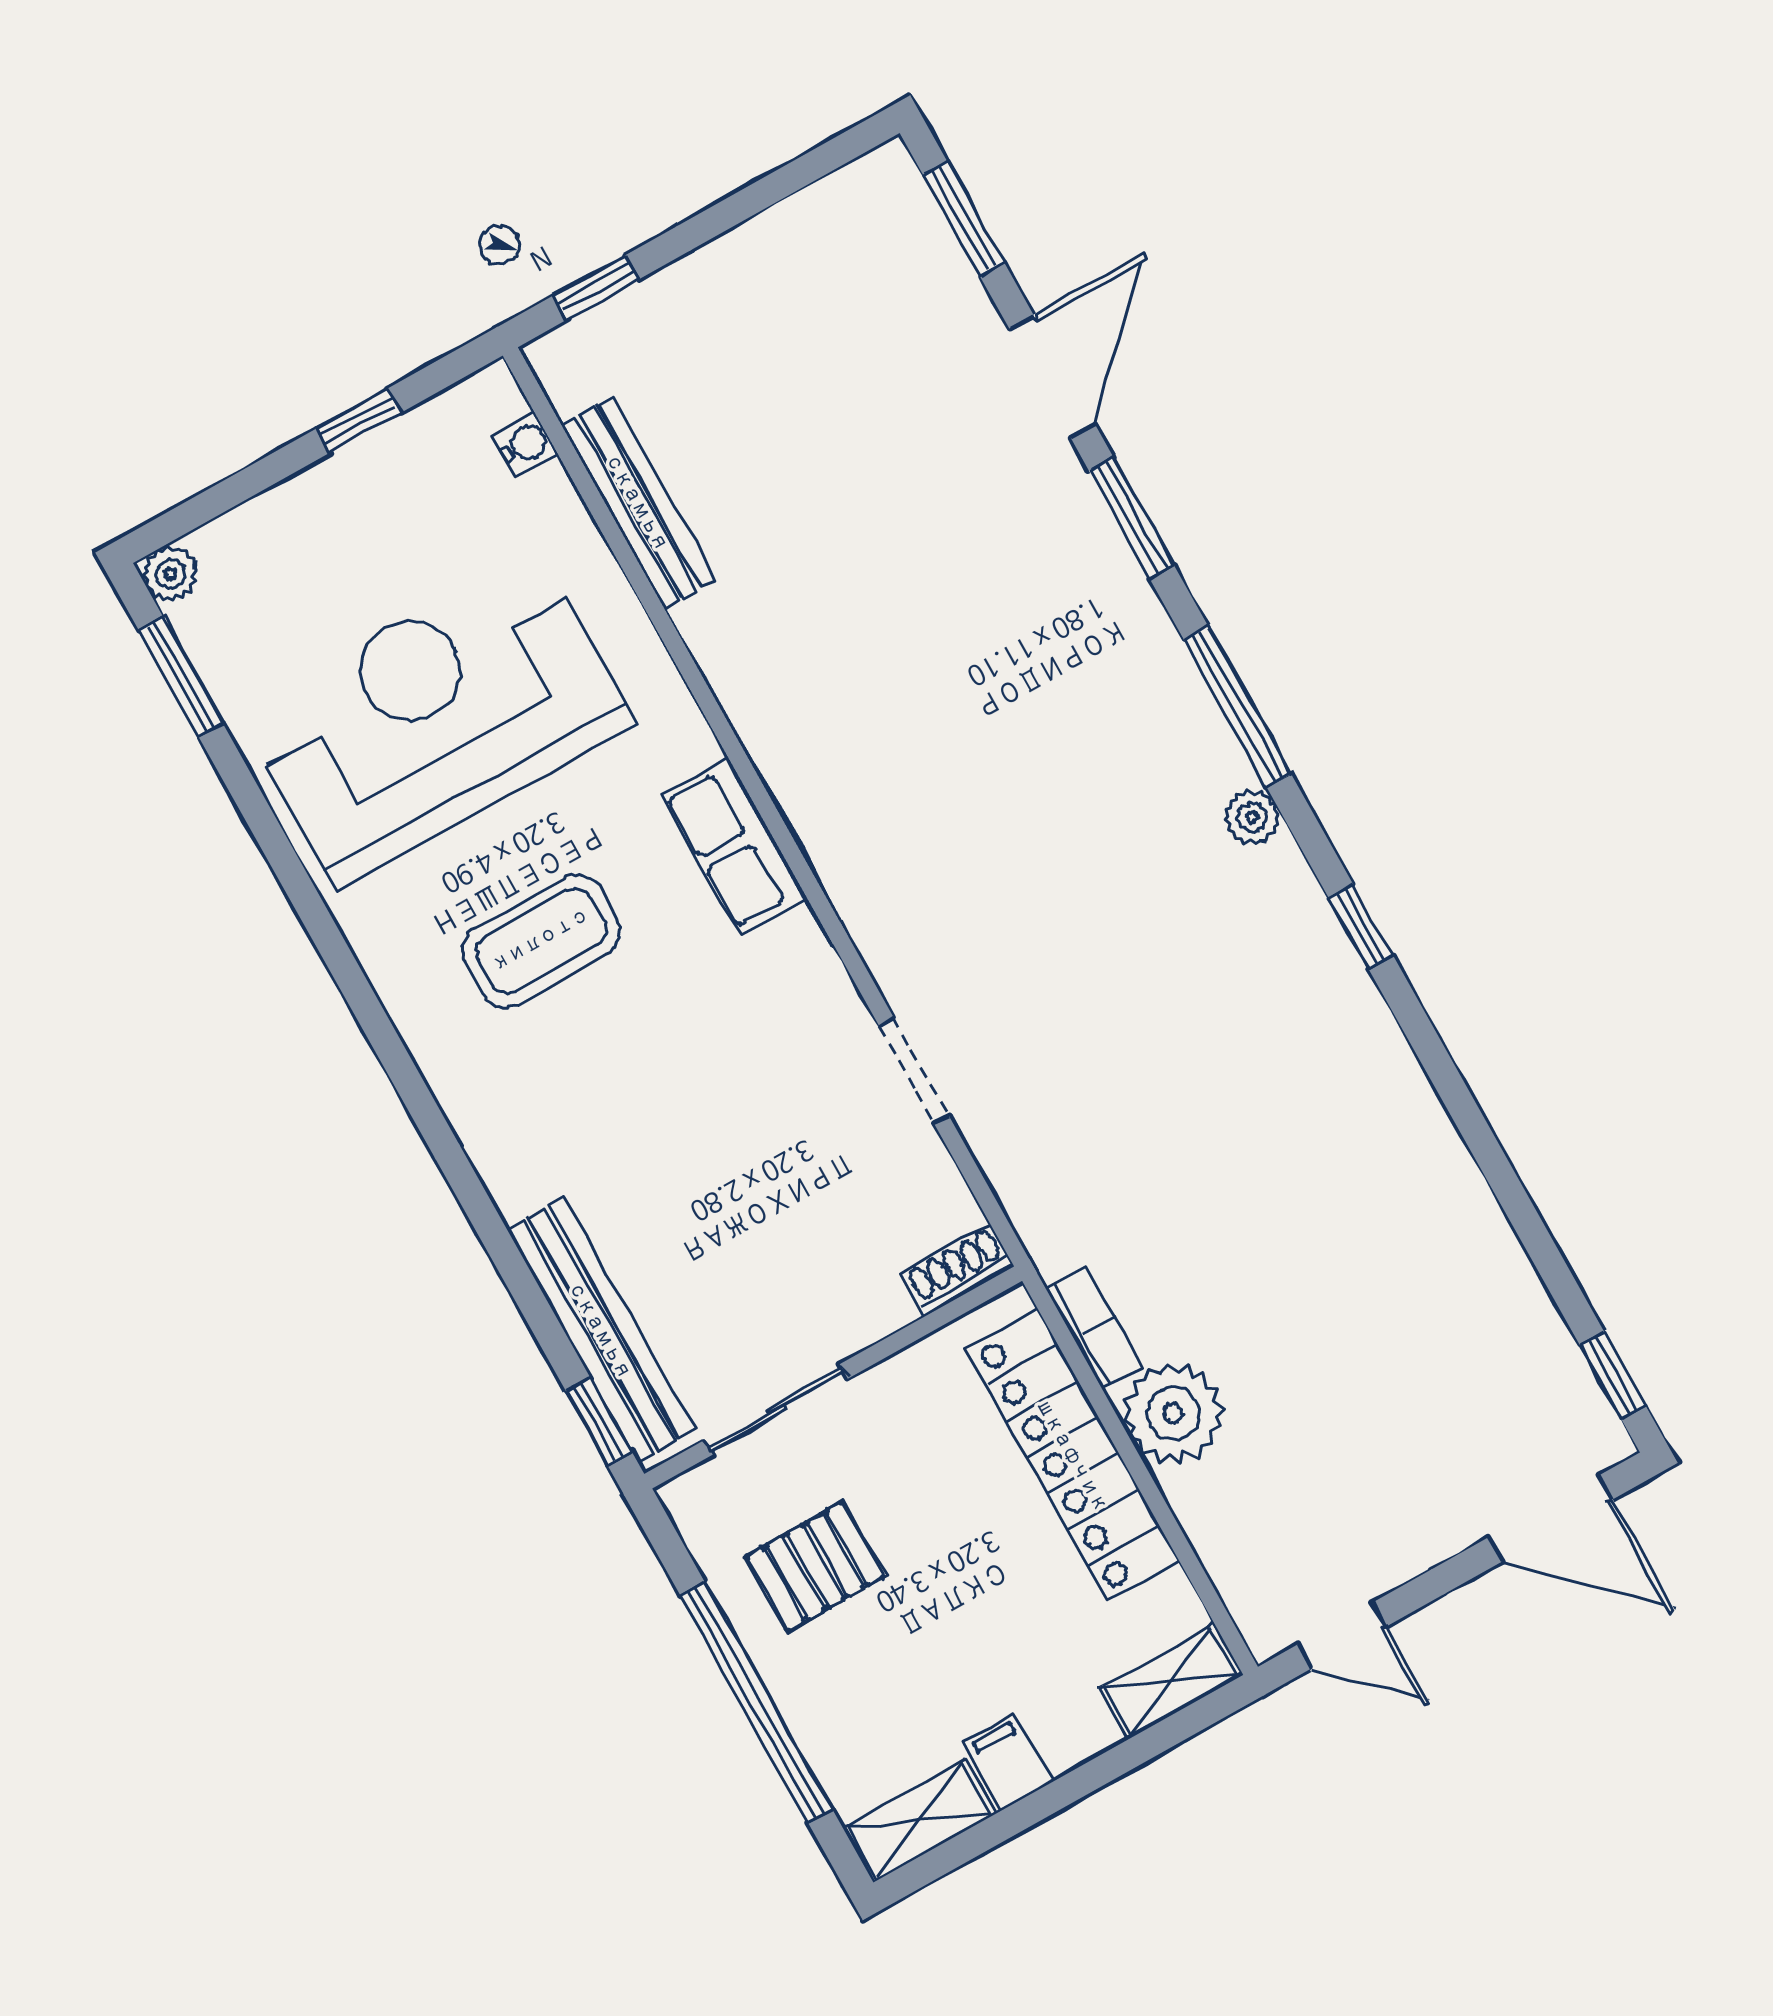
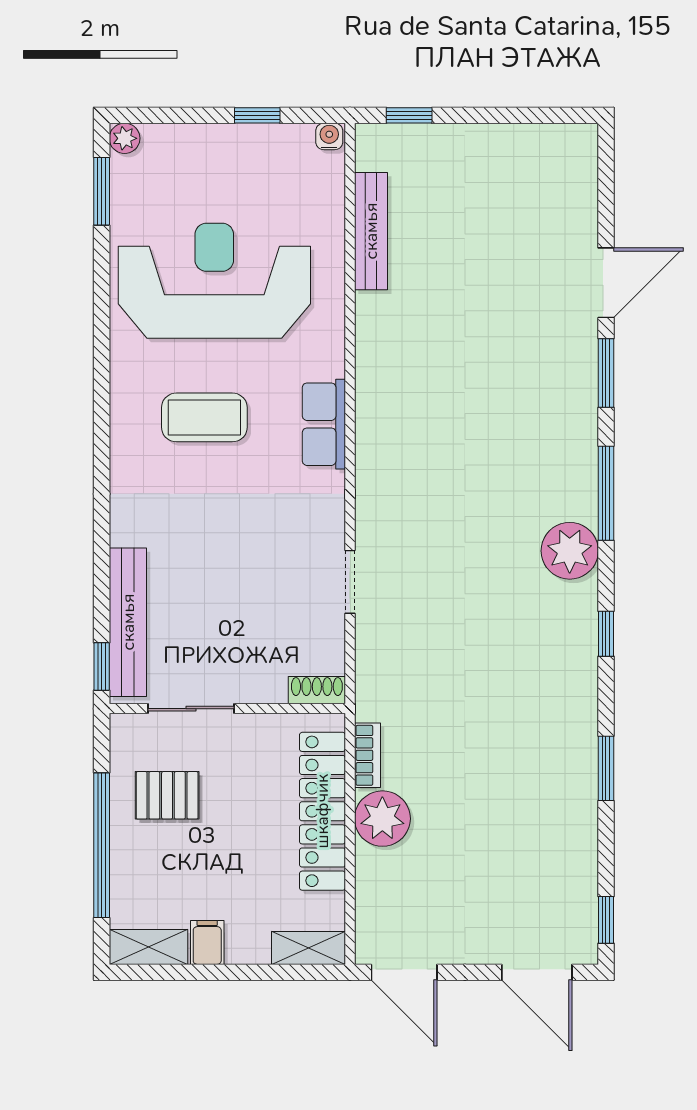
window: (964, 219) -> (606, 768), moved
water cooler: (525, 445) -> (329, 136), moved, turned -90
plant: (1252, 817) -> (570, 551), width x1.88, depth x1.88
door: (1342, 1635) -> (404, 972), width x1.38

